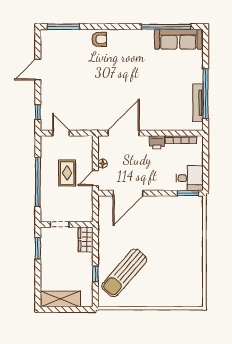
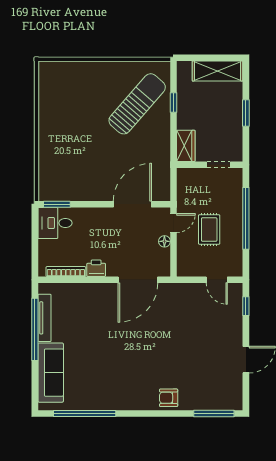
sofa: (178, 39) -> (51, 373), moved, turned 90
window: (38, 248) -> (246, 113), moved

